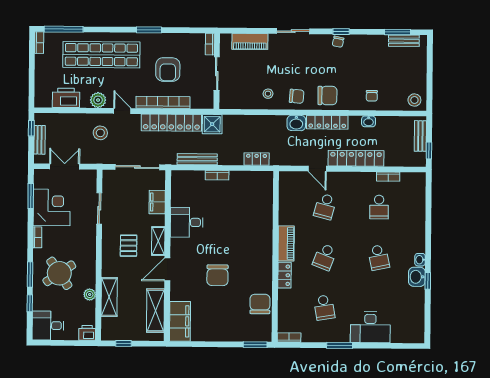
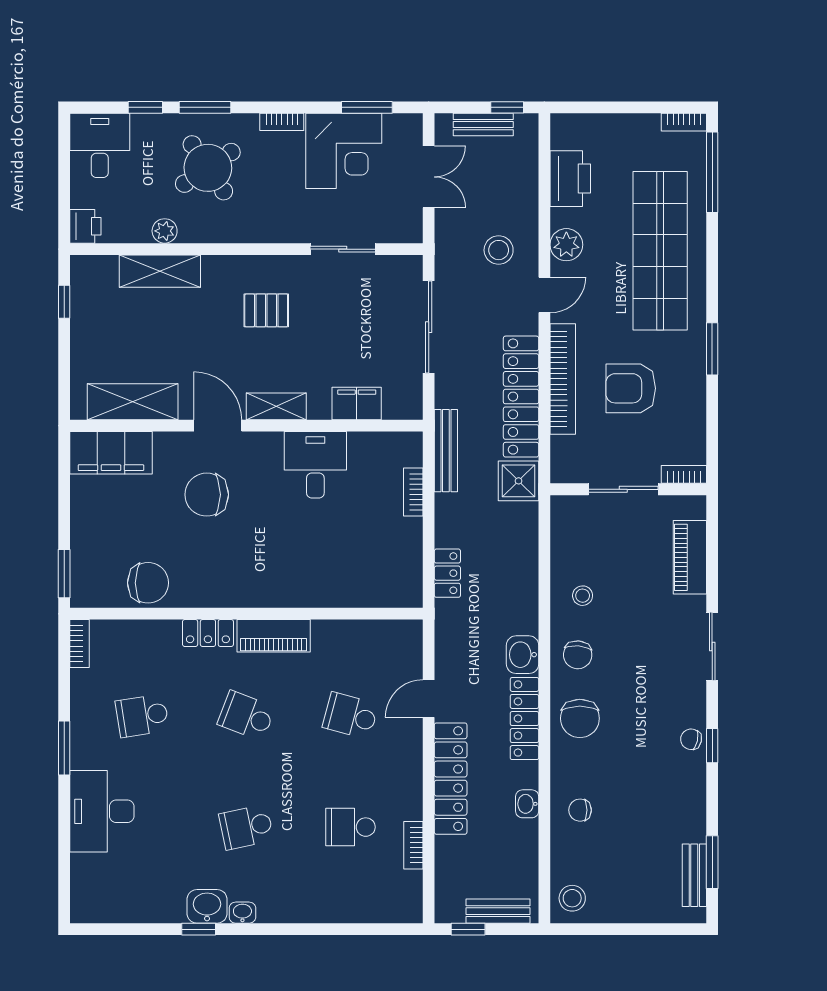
filing cabinet: (157, 202) -> (357, 404), moved
desk: (187, 222) -> (315, 465), moved
shelving: (158, 241) -> (276, 406), moved
wall: (167, 256) -> (246, 426), moved
door: (167, 269) -> (218, 426), moved
shelving: (155, 311) -> (133, 402), moved
filing cabinet: (180, 321) -> (111, 453), moved

